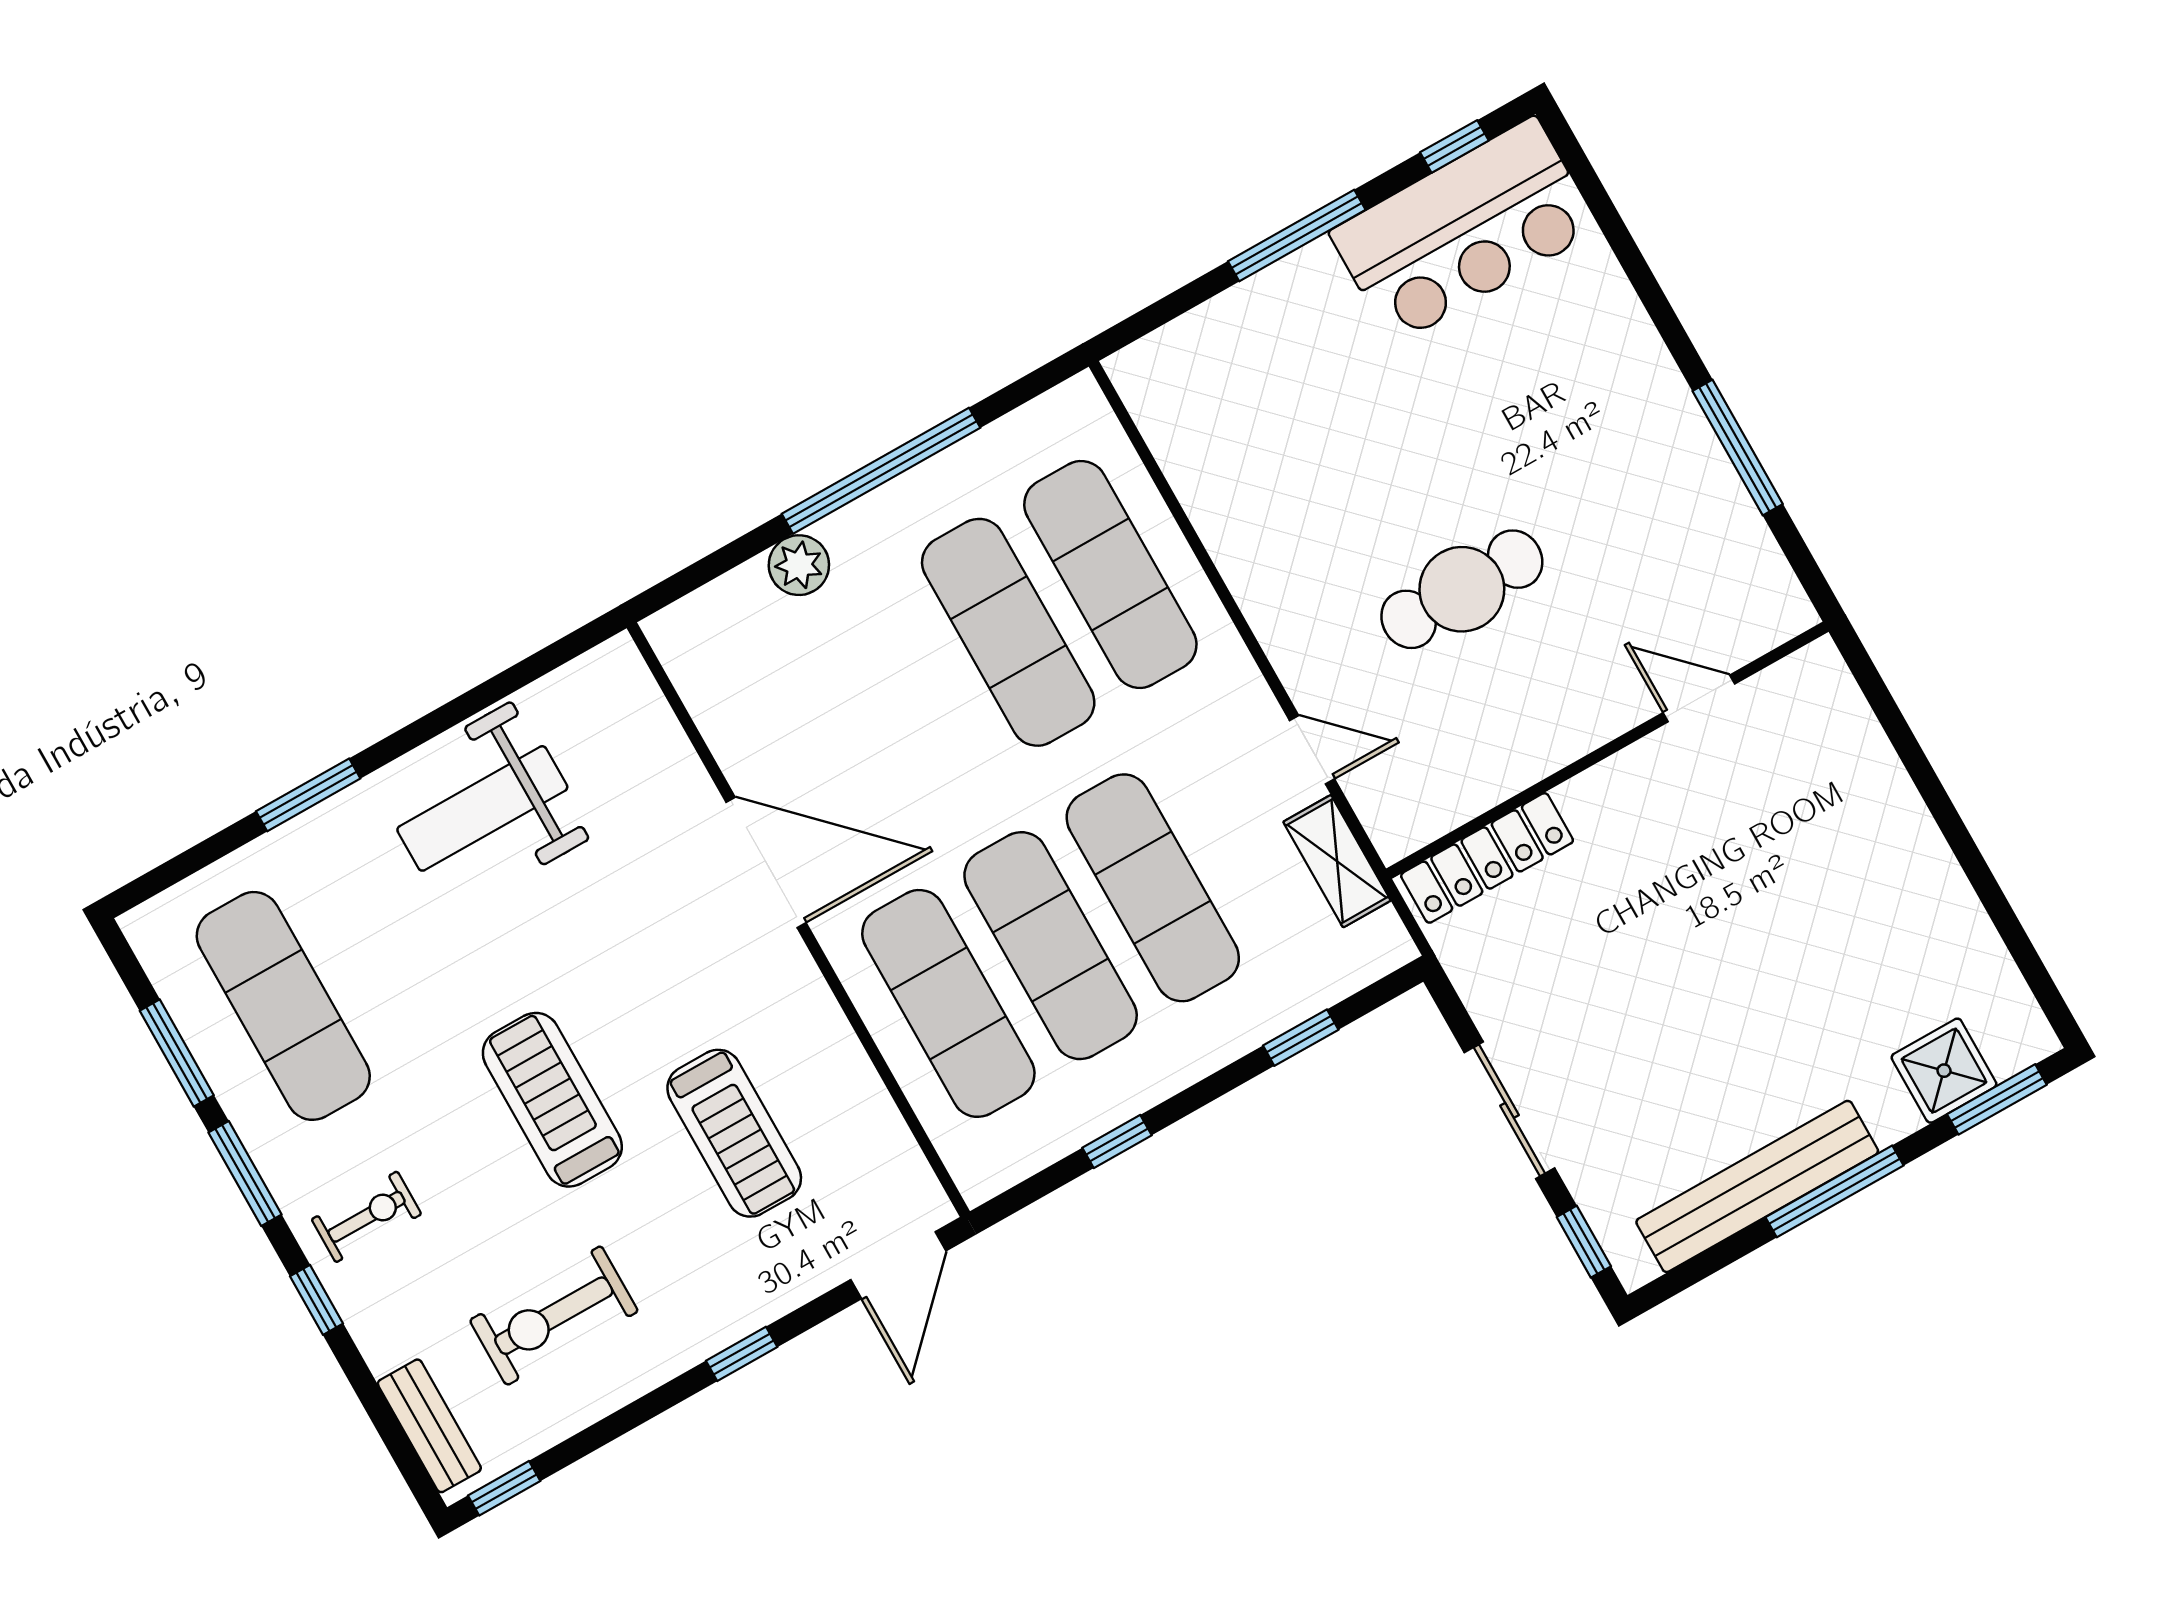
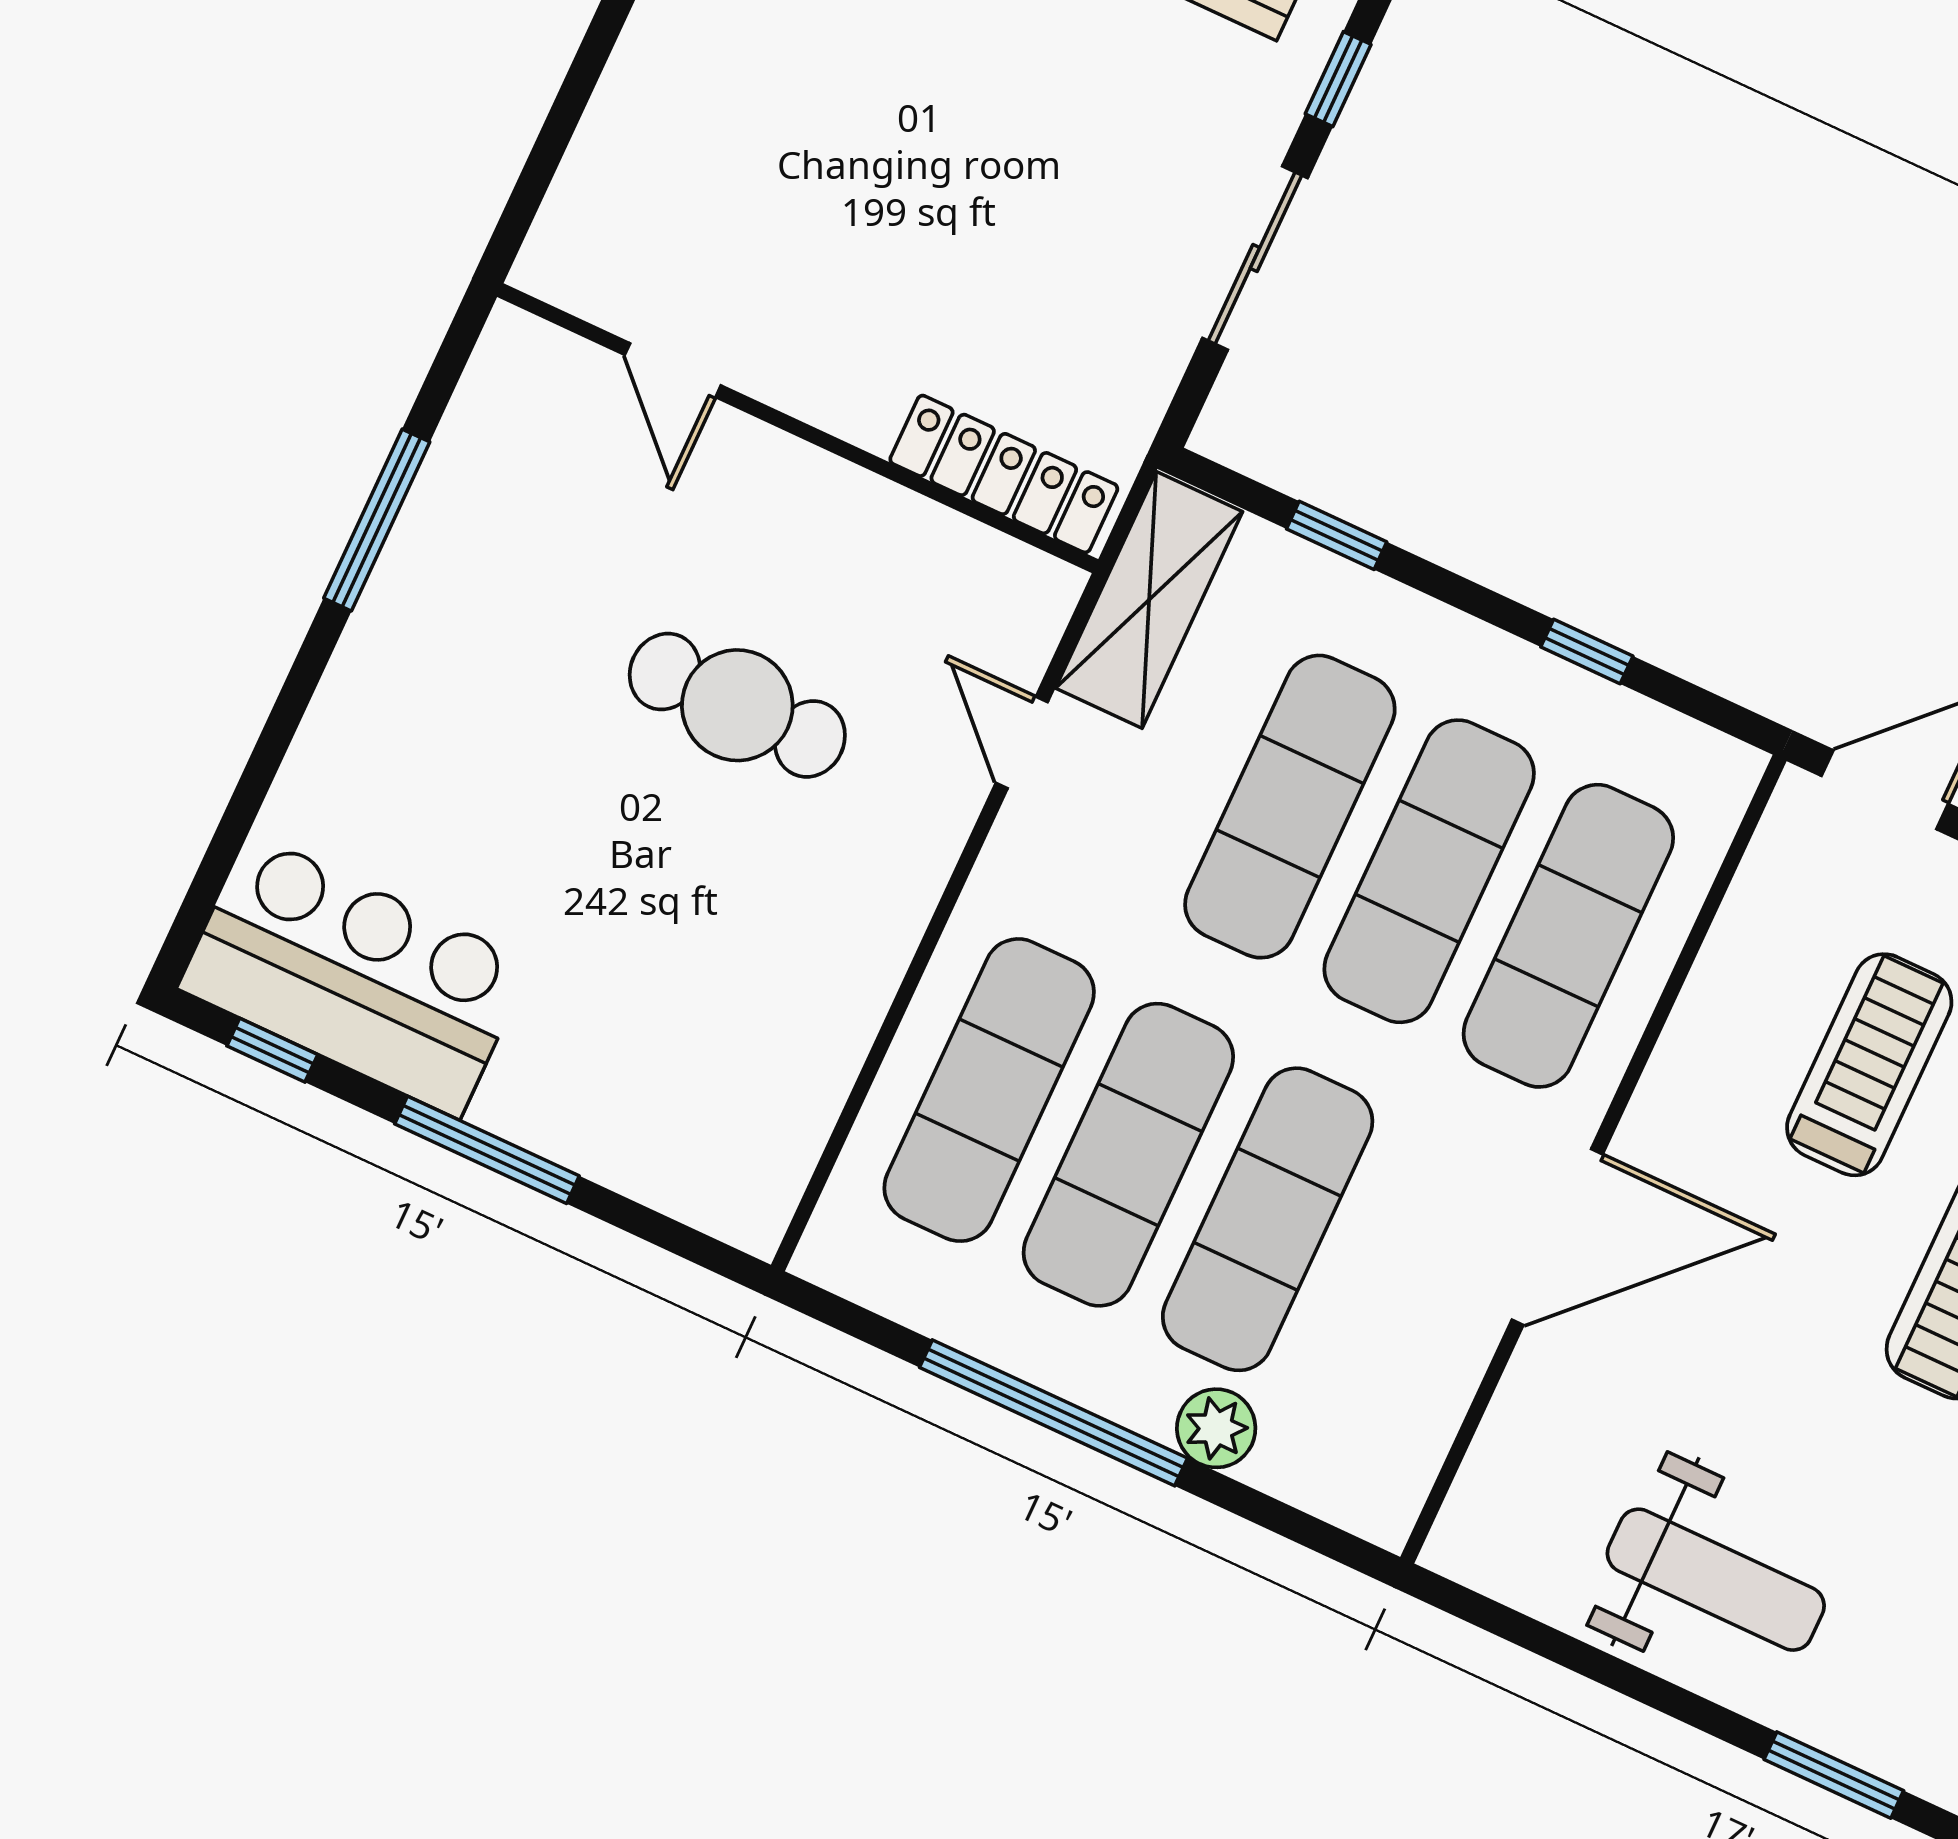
exercise mat: (906, 690) -> (1268, 1219), added
shelving: (1337, 861) -> (1149, 600), width x1.50, depth x1.33
door: (766, 862) -> (1557, 1237), swing flipped

